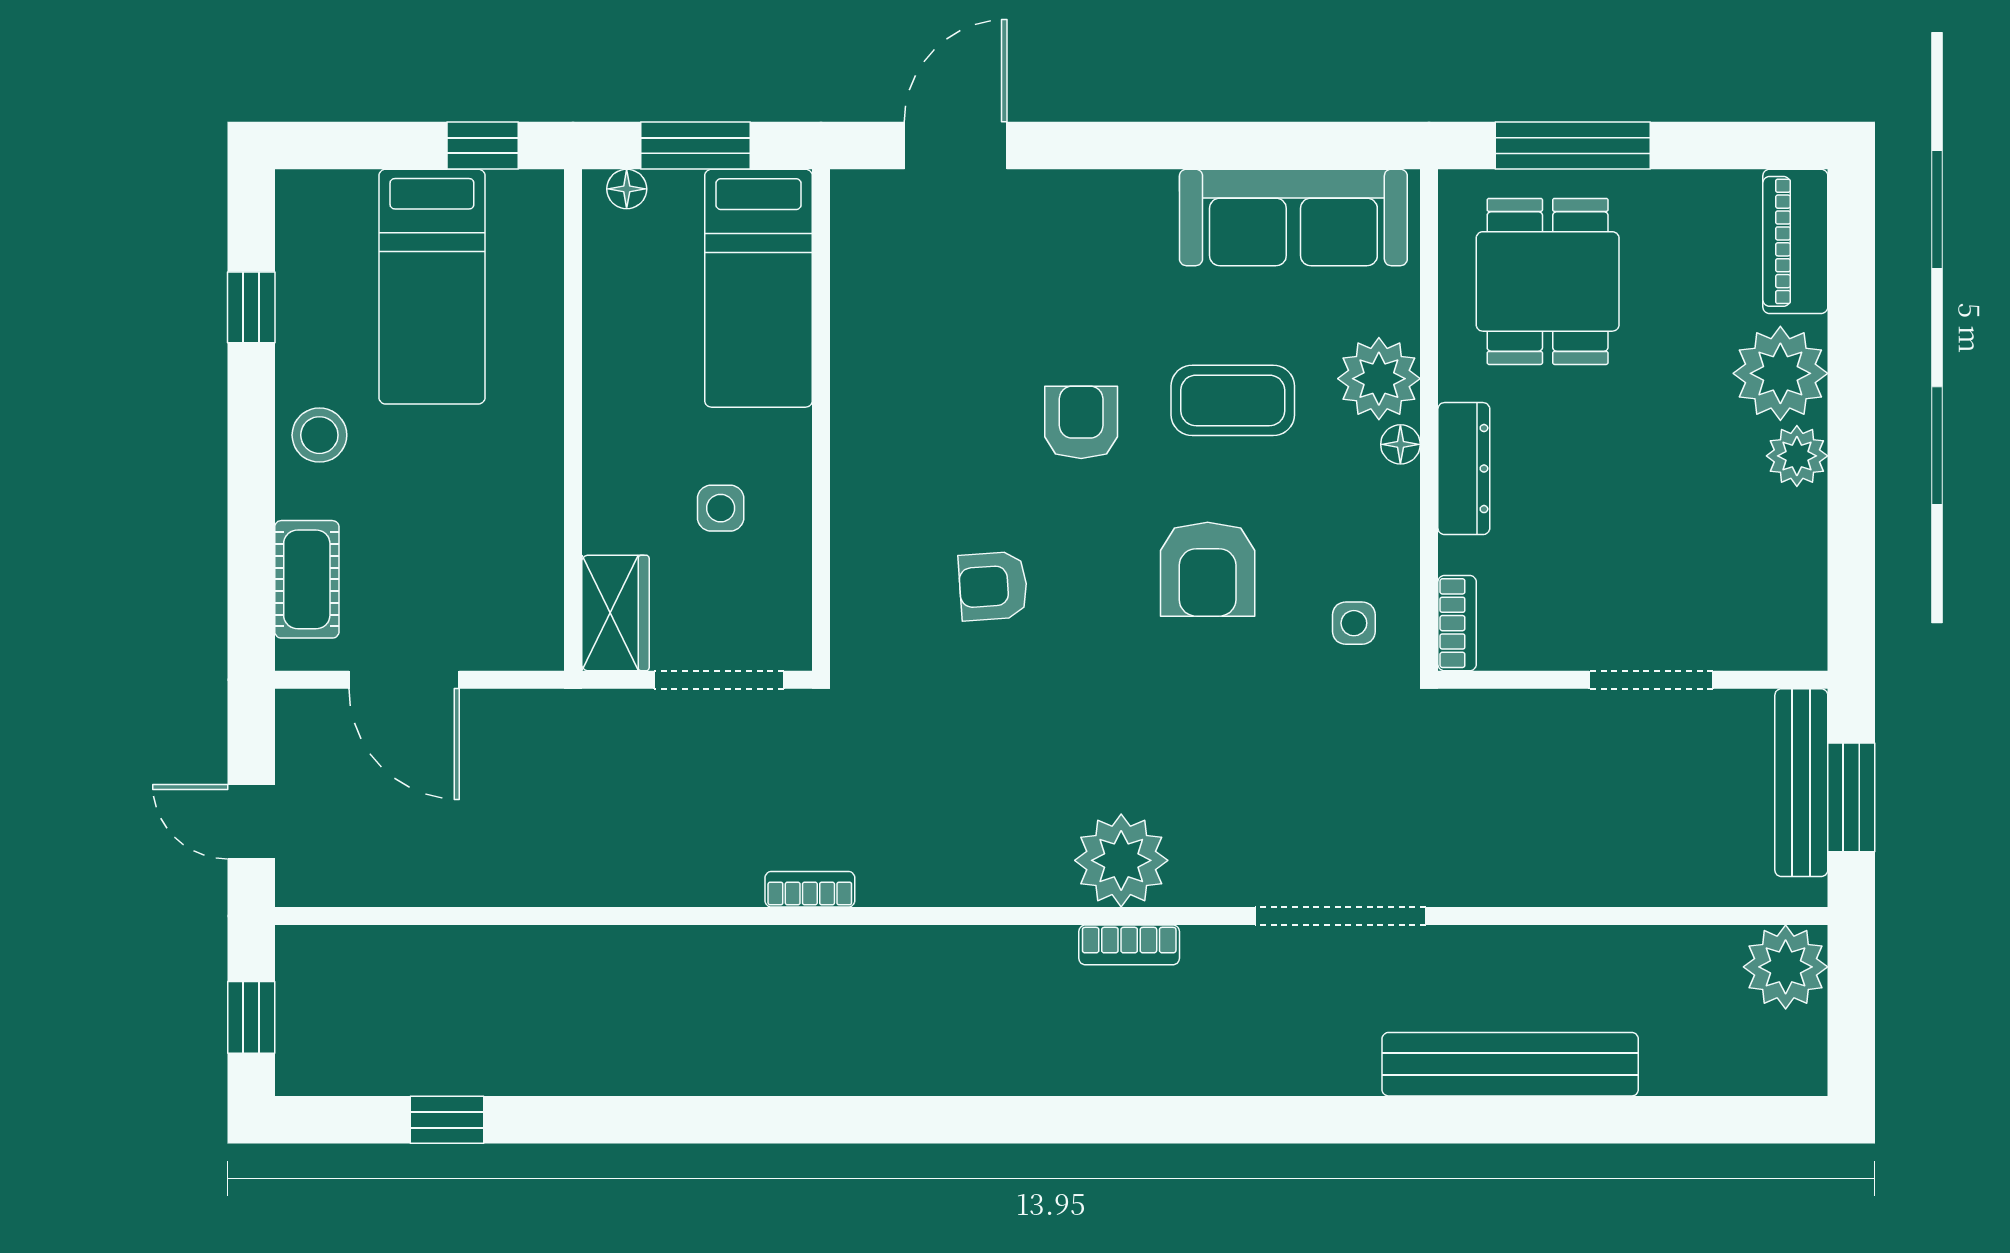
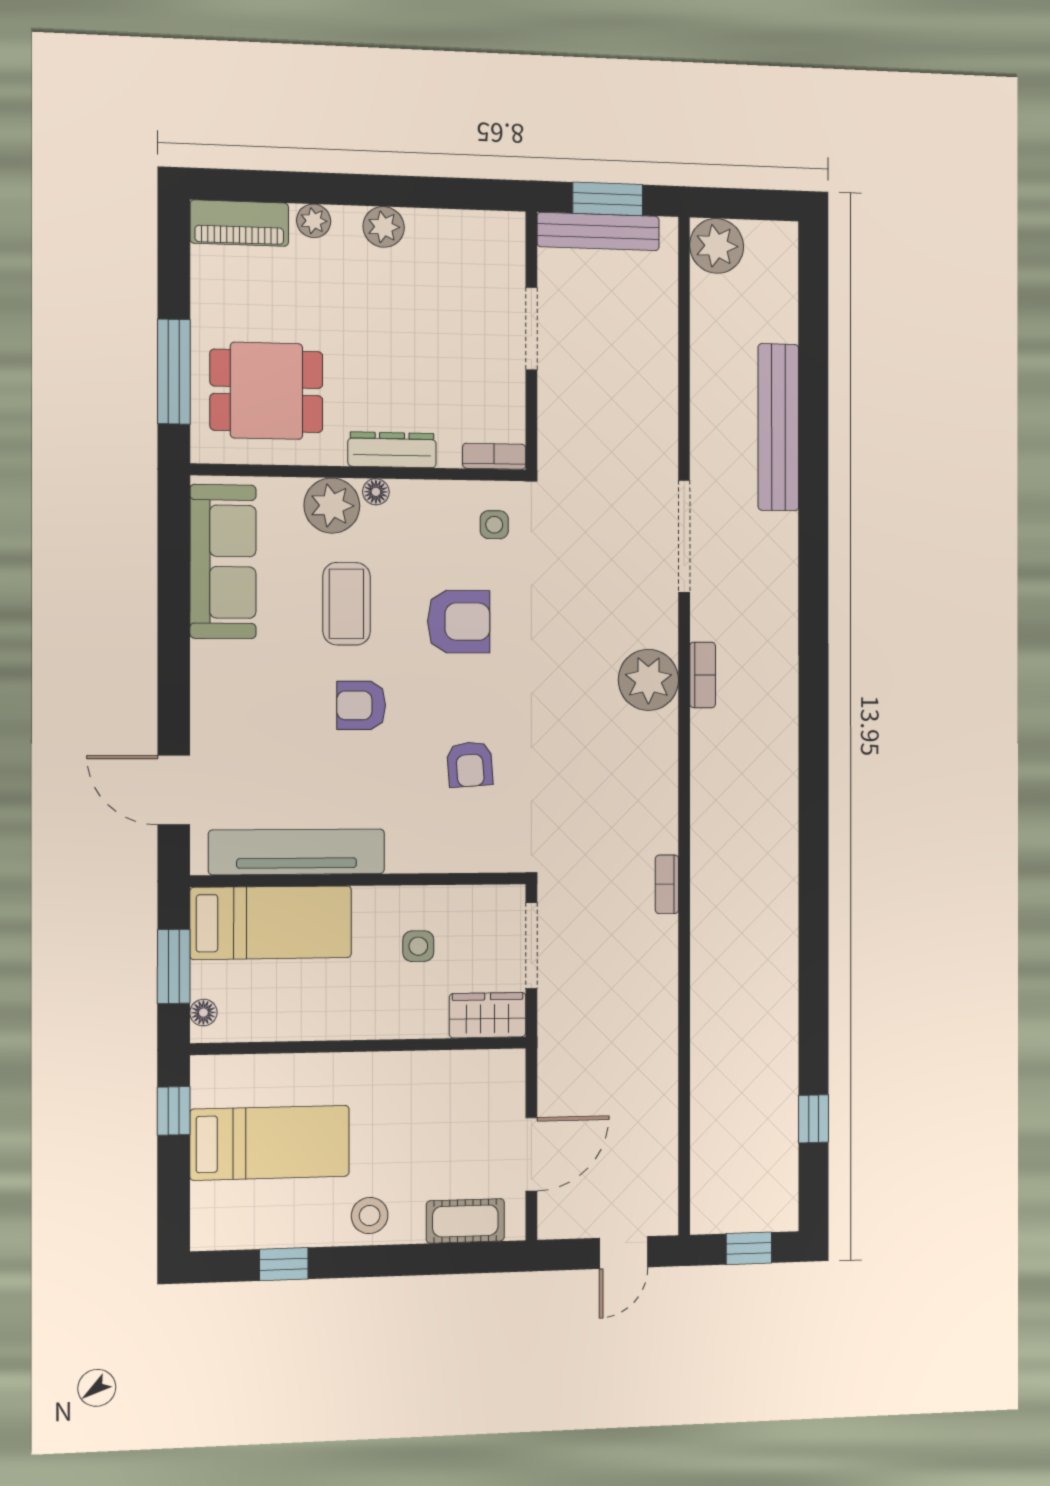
tv unit: (863, 326) -> (297, 852), added
plant: (1780, 373) -> (314, 221), width x0.53, depth x0.53

